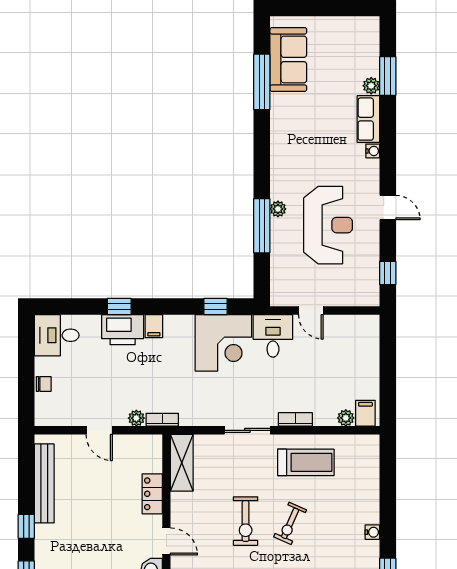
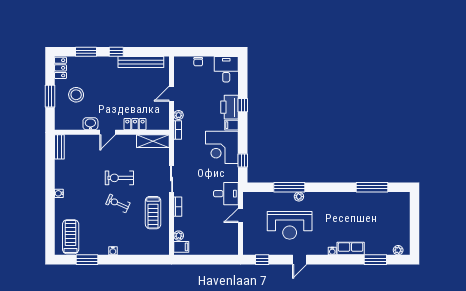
sofa: (288, 59) -> (385, 202), removed
plant: (371, 86) -> (398, 250), moved
corner desk: (223, 343) -> (222, 147), moved

